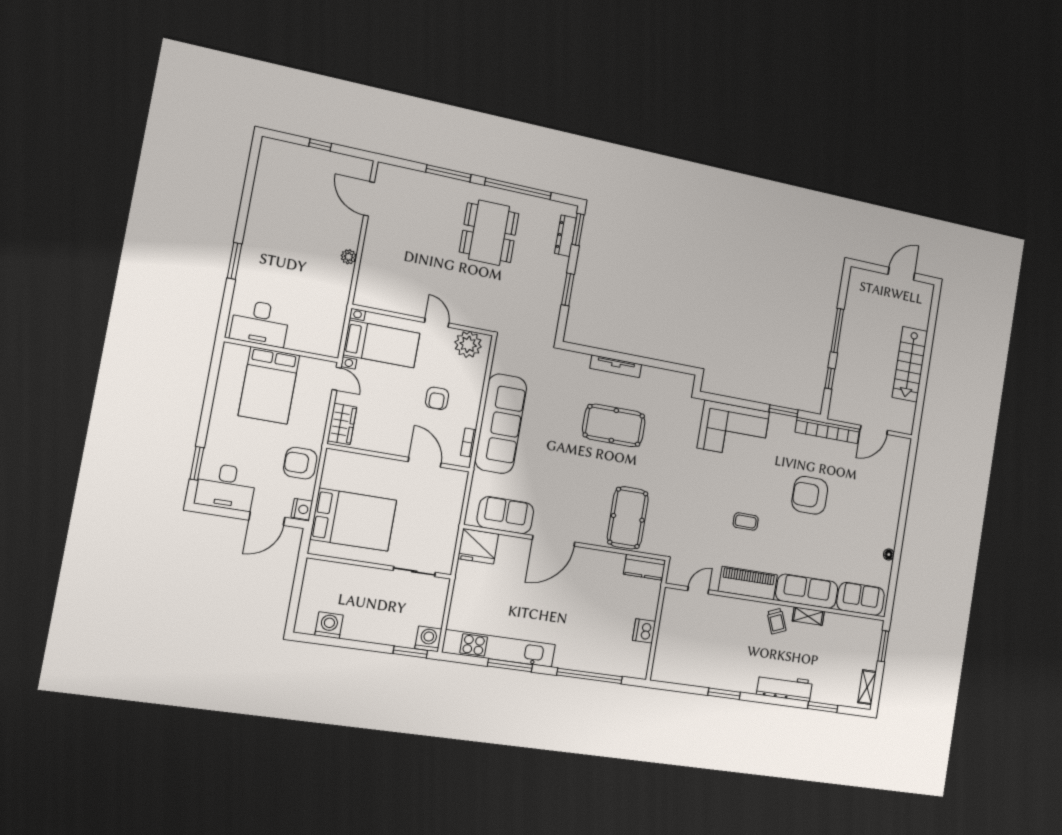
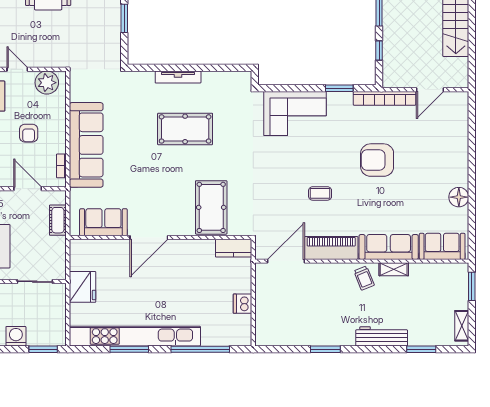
cot: (454, 504) -> (58, 220), added
fridge: (478, 546) -> (82, 287), moved, turned -90
floor lamp: (889, 555) -> (459, 197), width x1.89, depth x1.89
door: (698, 590) -> (286, 261), width x1.88
washing machine: (428, 639) -> (16, 336), moved
kitchen unit: (499, 648) -> (135, 336), width x1.36

